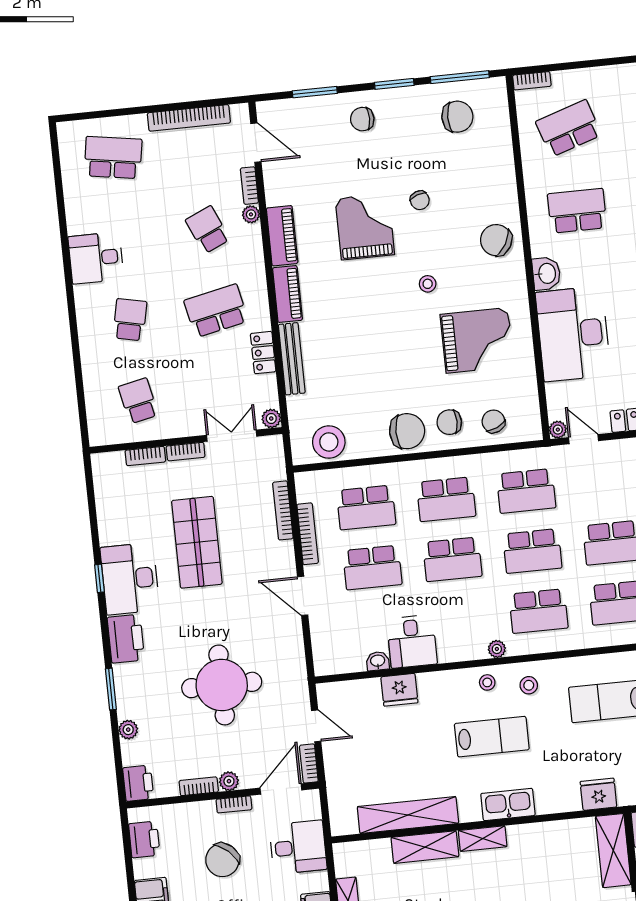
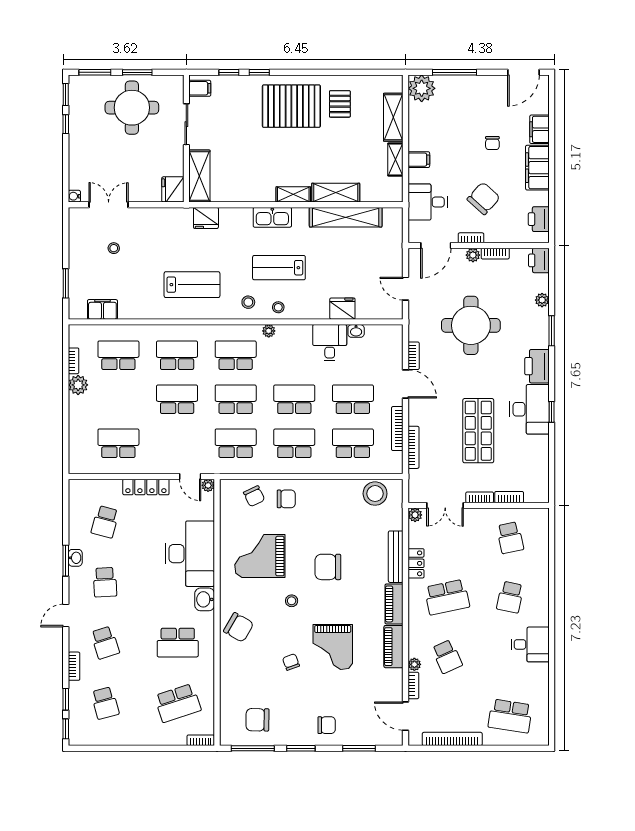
chair: (407, 431) -> (328, 567), moved
bookcase: (309, 763) -> (414, 356), moved

